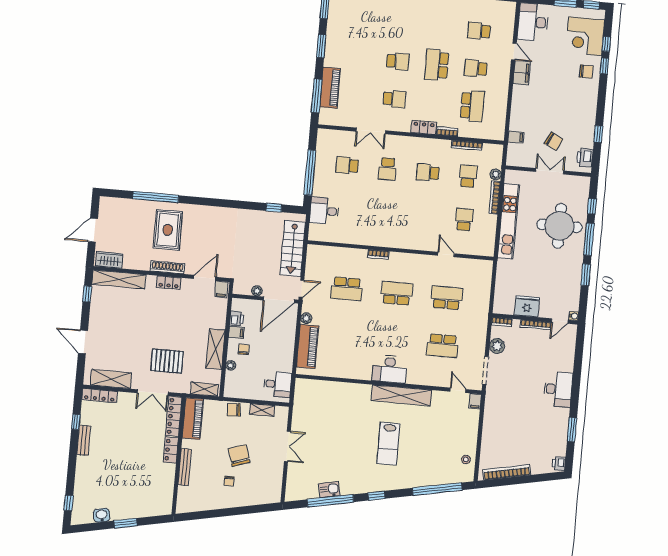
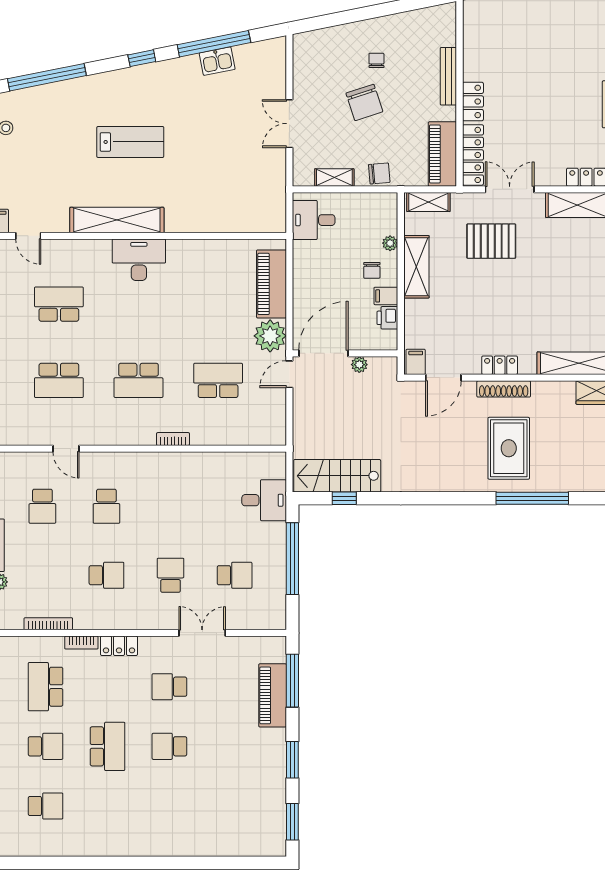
school desk: (468, 176) -> (106, 506), moved
stairs: (293, 248) -> (337, 476), moved, turned -90
plant: (306, 318) -> (270, 336), width x1.88, depth x1.88
lab bench: (388, 444) -> (130, 142), turned 90

